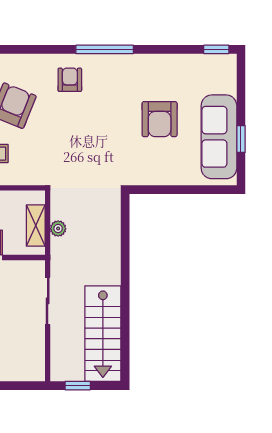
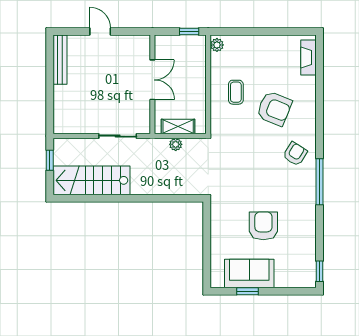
armchair: (70, 80) -> (295, 154), turned -58
armchair: (160, 119) -> (263, 226), turned 90
sofa: (219, 137) -> (249, 274), width x0.73

